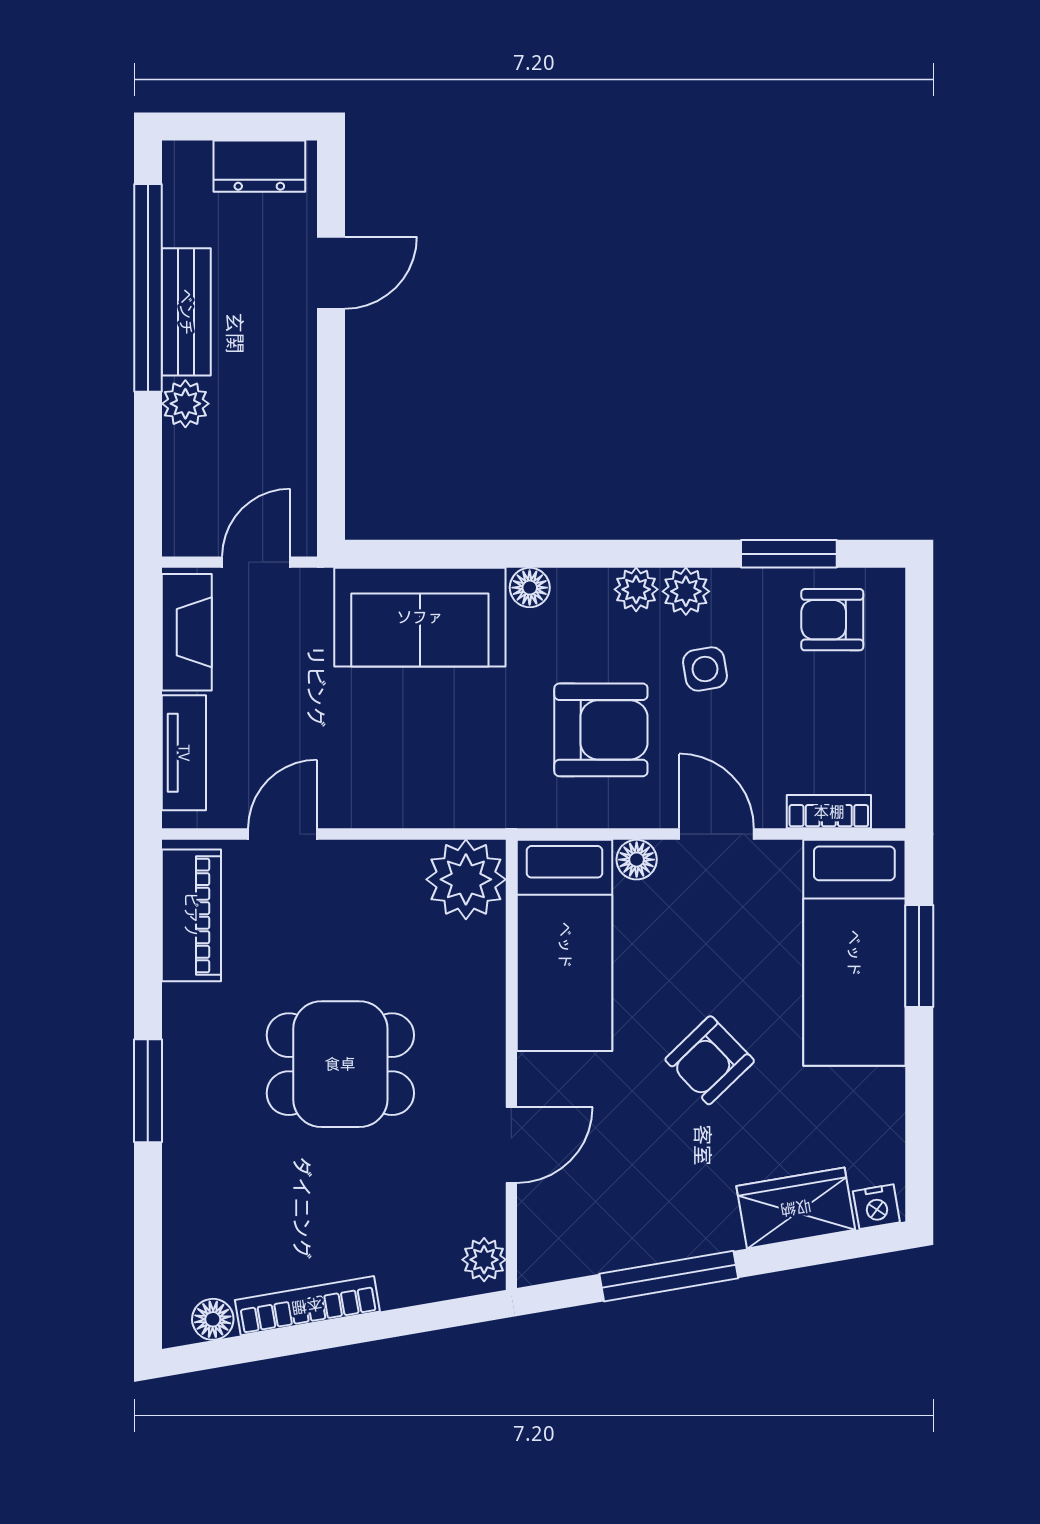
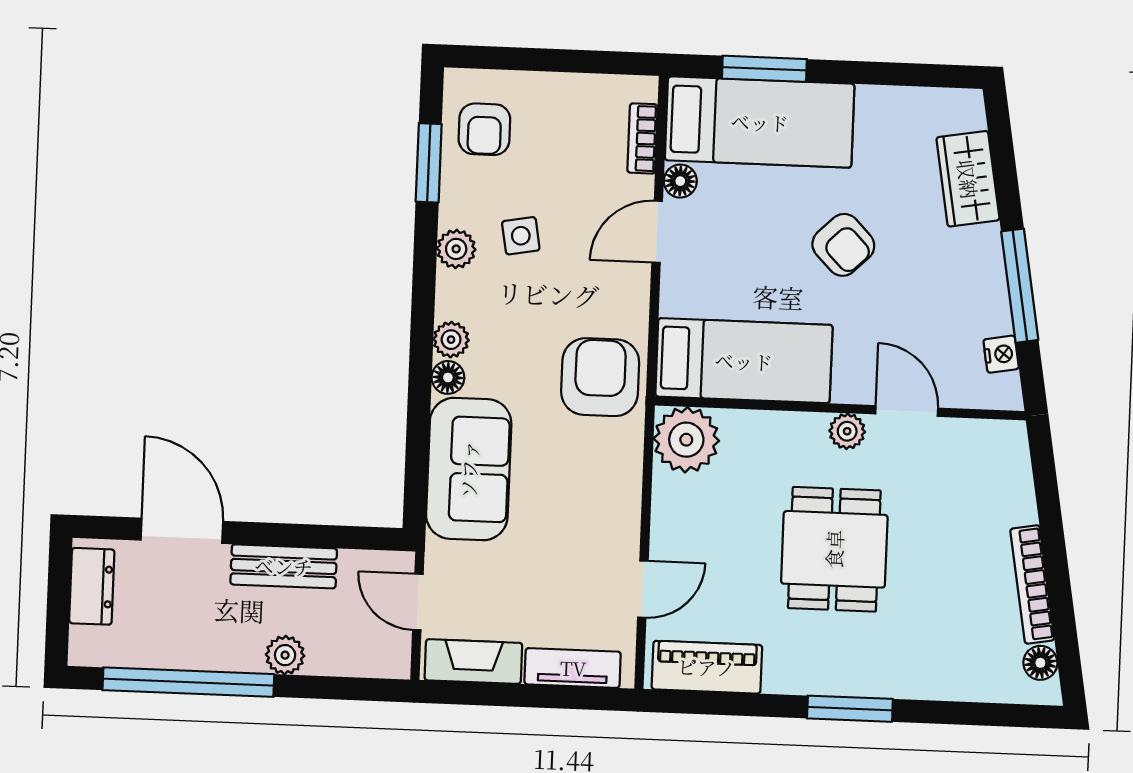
door: (331, 273) -> (182, 531), width x1.38
bench: (186, 312) -> (284, 566), moved
plant: (636, 589) -> (451, 340), moved
armchair: (601, 730) -> (600, 377), moved
door: (283, 834) -> (643, 589), swing flipped
floor lamp: (637, 860) -> (680, 181), moved
nightstand: (876, 1207) -> (1001, 354), moved
plant: (484, 1260) -> (847, 431), moved

